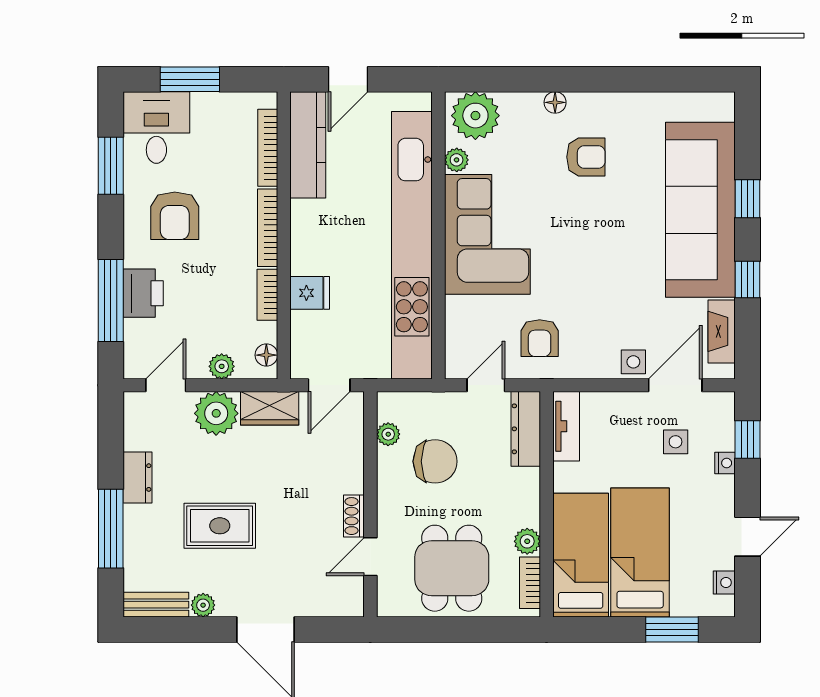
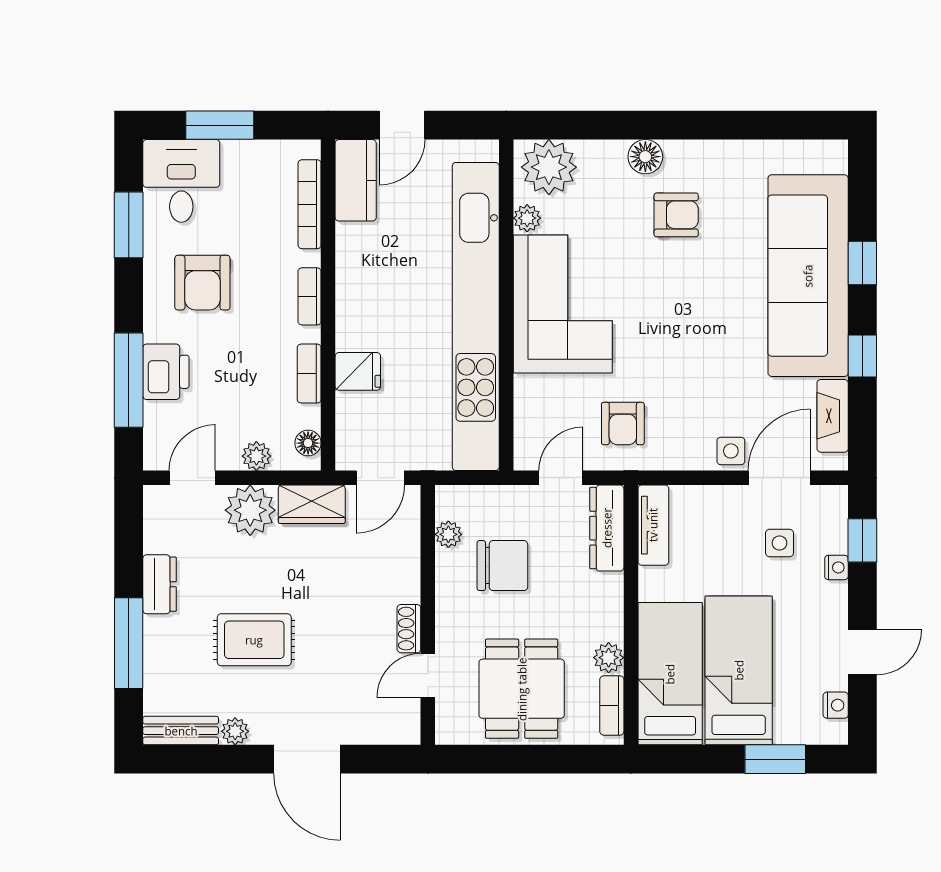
floor lamp: (555, 102) -> (645, 157), width x1.37, depth x1.37
kitchen counter: (308, 145) -> (356, 180), width x0.67
bookcase: (268, 228) -> (310, 296), width x0.64

